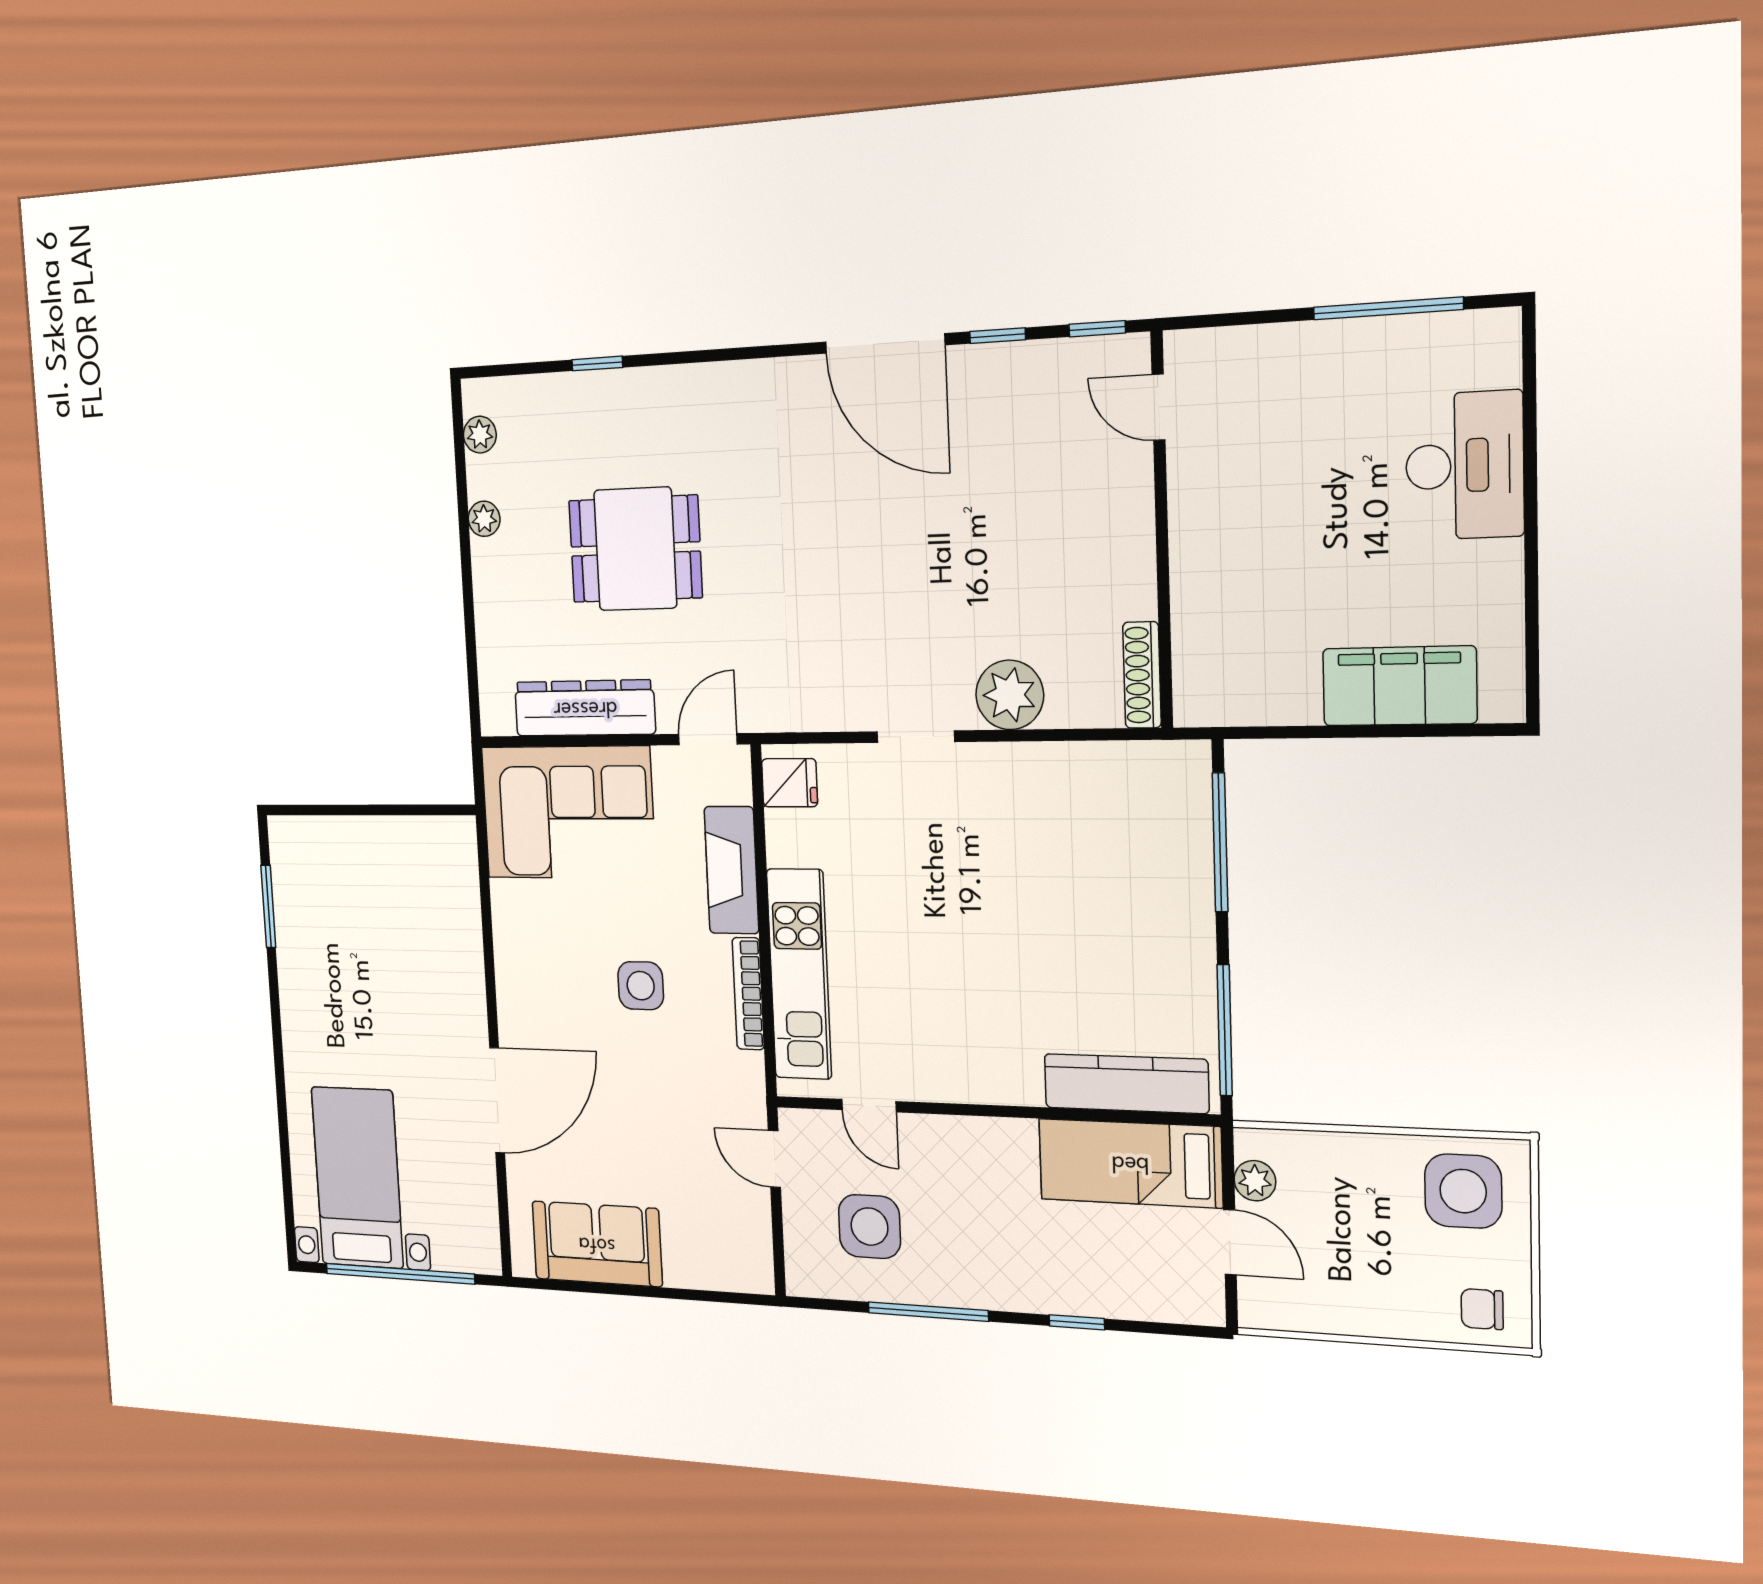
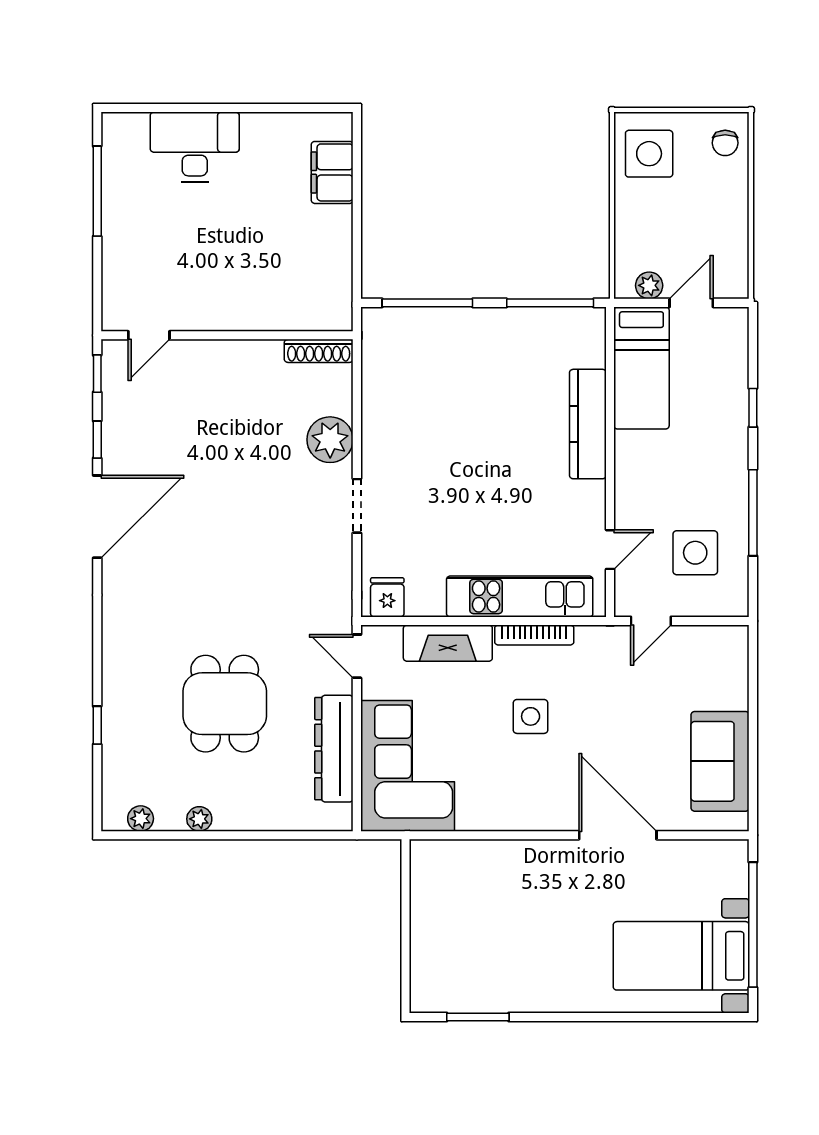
filing cabinet: (1399, 686) -> (332, 172), width x0.67, depth x0.86
kitchen counter: (1126, 1084) -> (588, 424), moved

